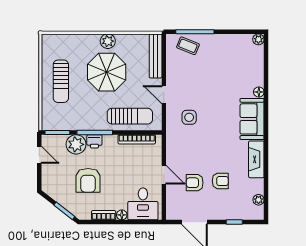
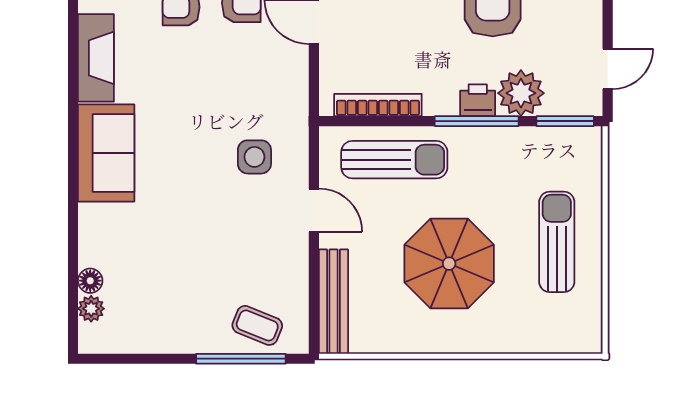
plant: (258, 39) -> (91, 309), moved
plant: (108, 41) -> (446, 336), removed
floor lamp: (259, 92) -> (90, 281), moved
sun lounger: (130, 116) -> (394, 160), turned 180
door: (39, 155) -> (608, 69), swing flipped

